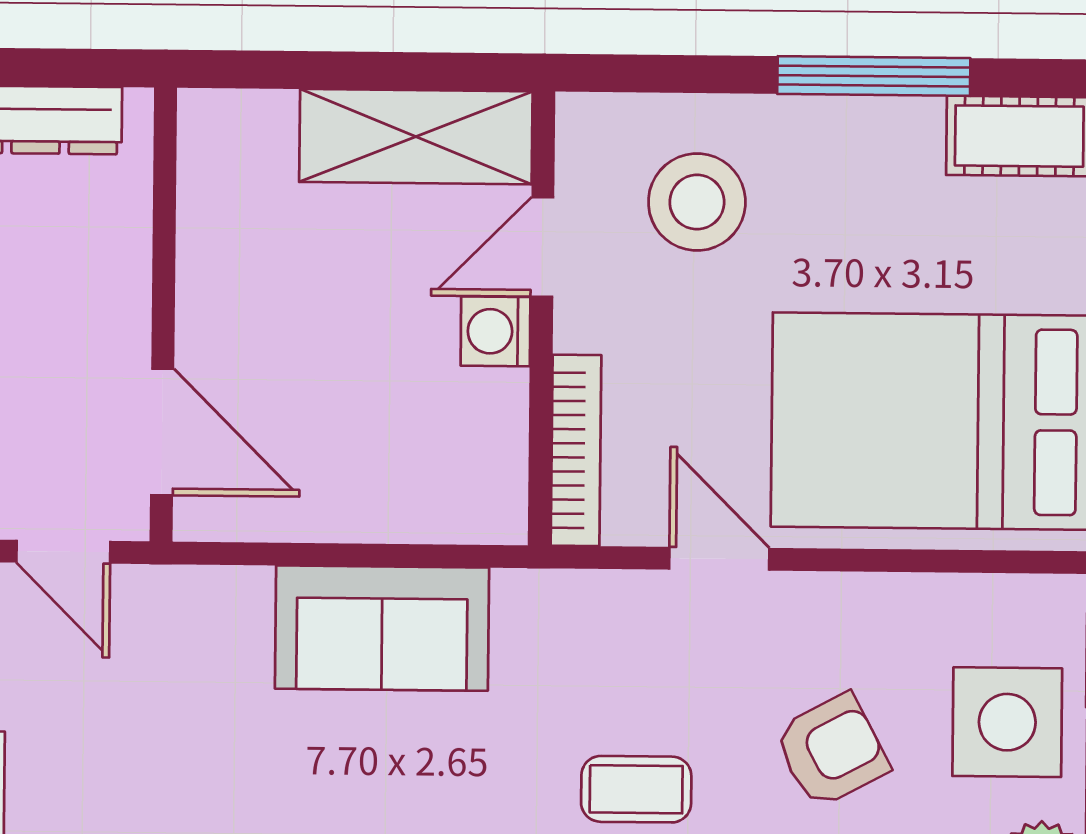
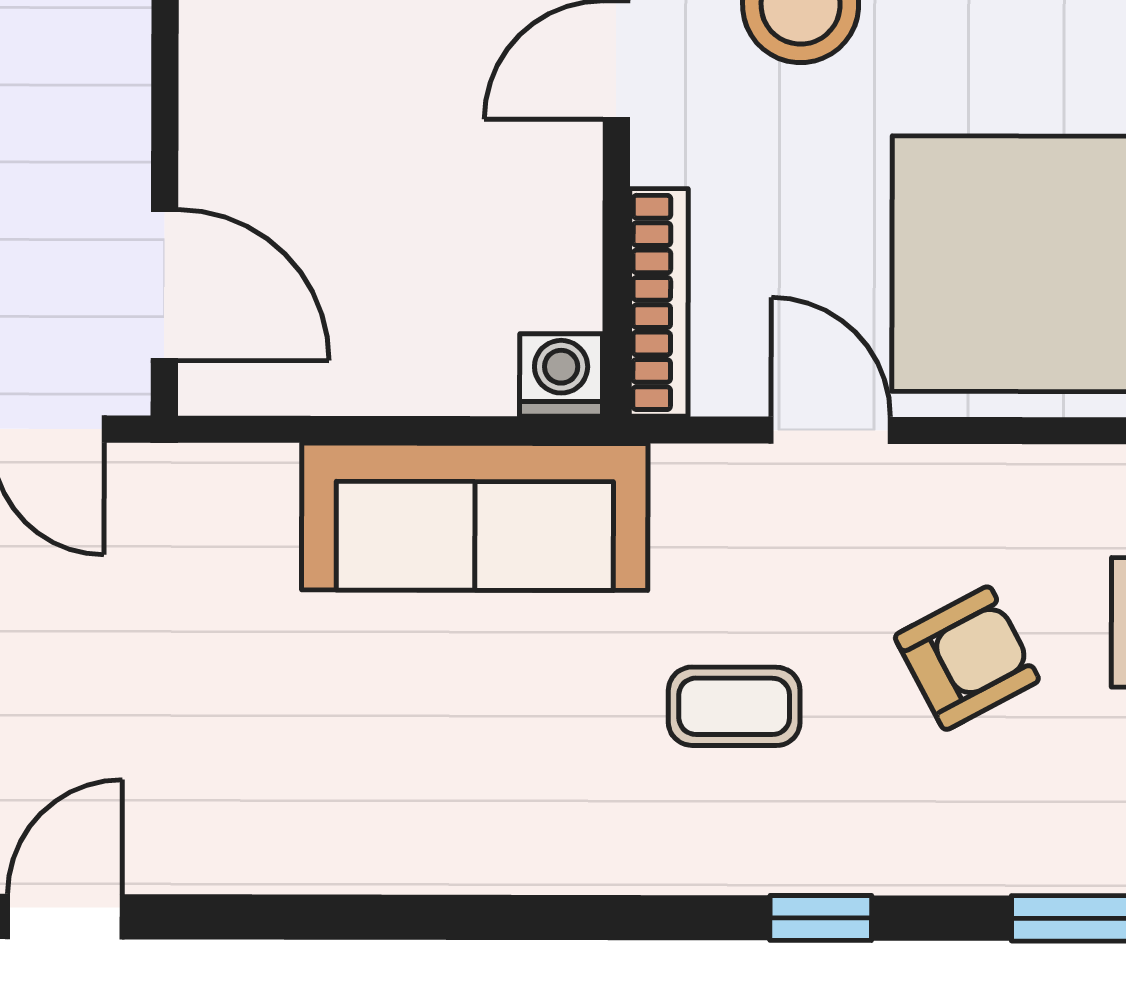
washing machine: (495, 331) -> (561, 375), moved, turned 90
sofa: (382, 628) -> (475, 517), width x1.36

